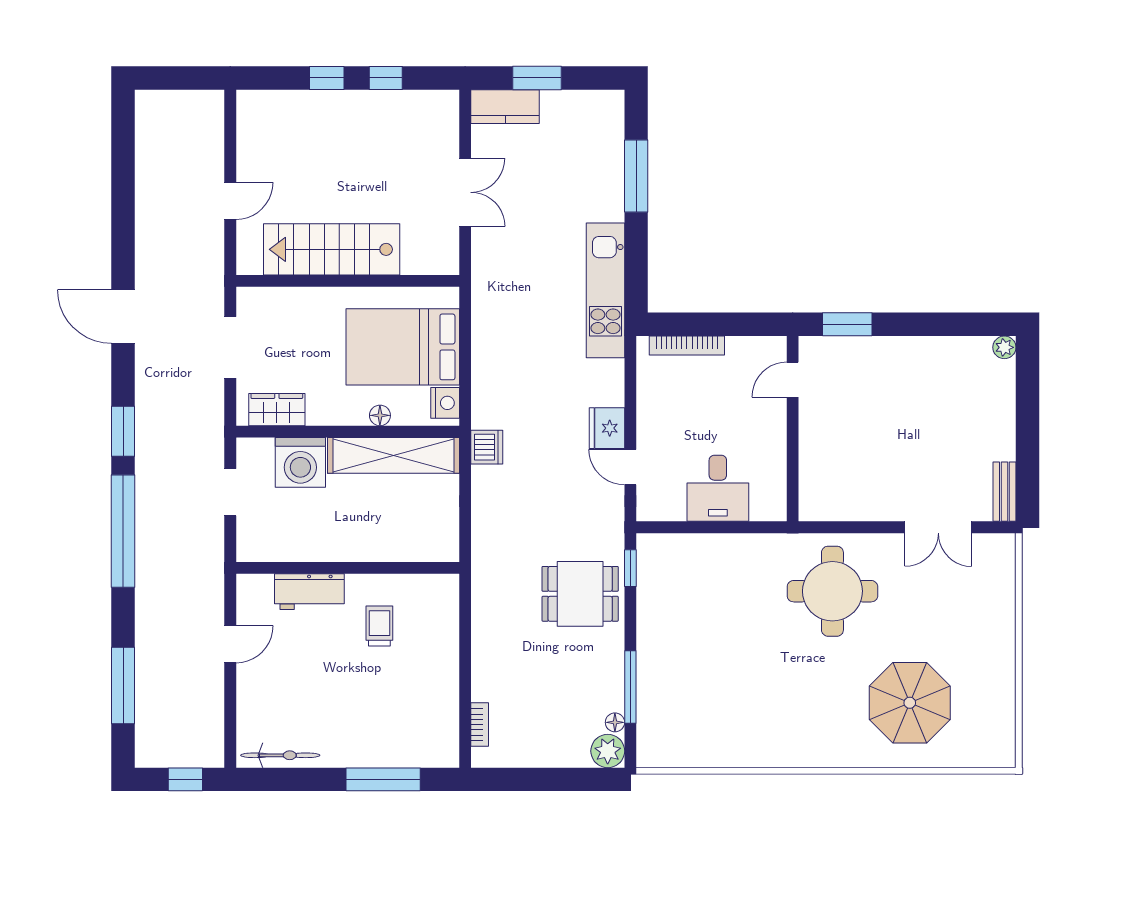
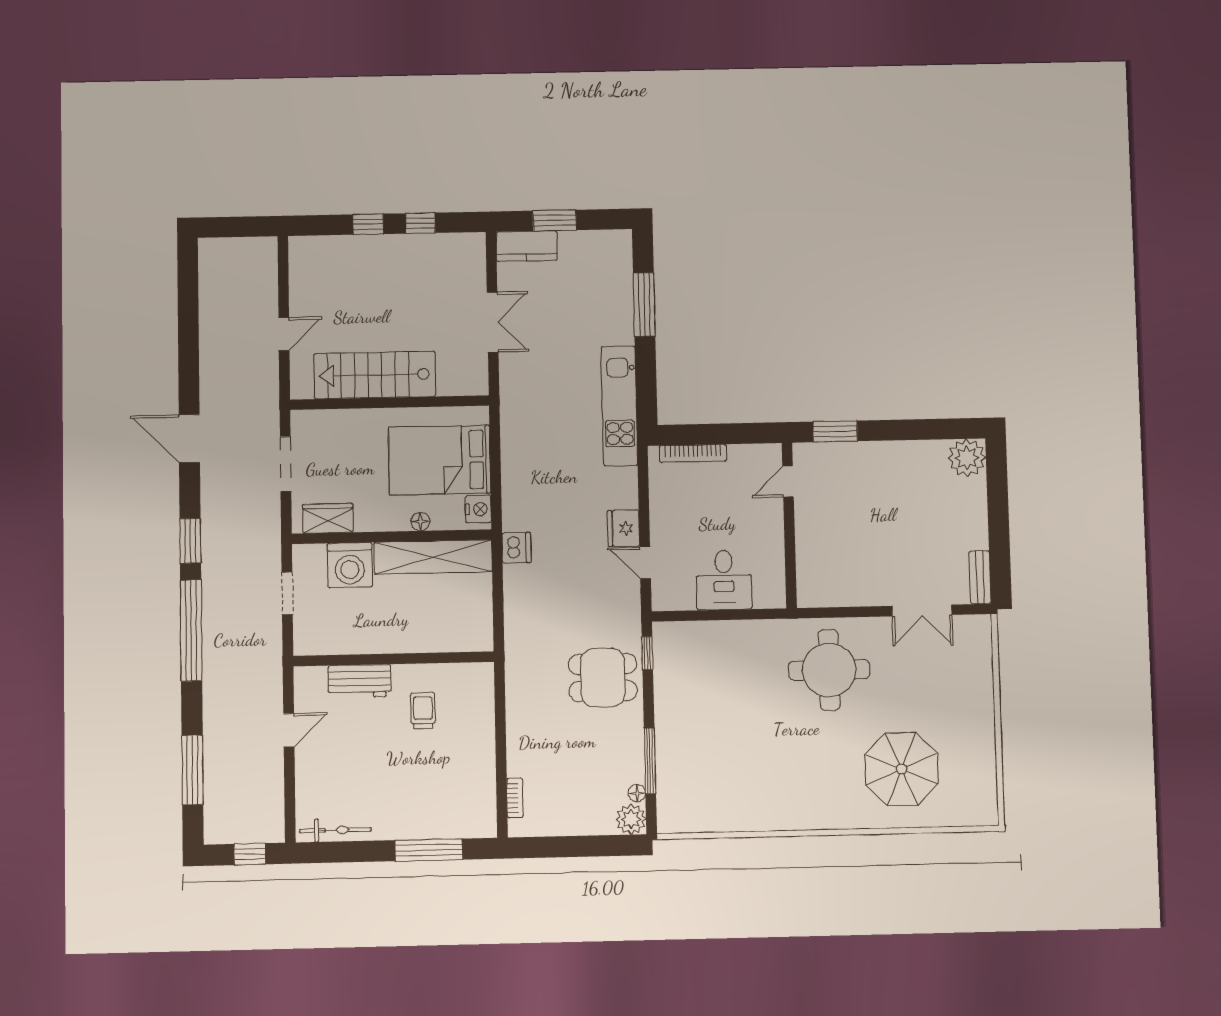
plant: (1004, 347) -> (967, 458), width x1.88, depth x1.88

